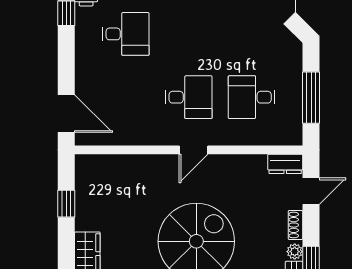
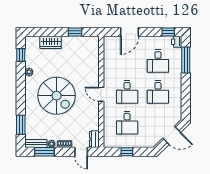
desk: (189, 34) -> (158, 92), added
desk: (252, 97) -> (127, 123), turned 180
window: (311, 98) -> (127, 152), width x0.46
door: (66, 114) -> (130, 32), moved

